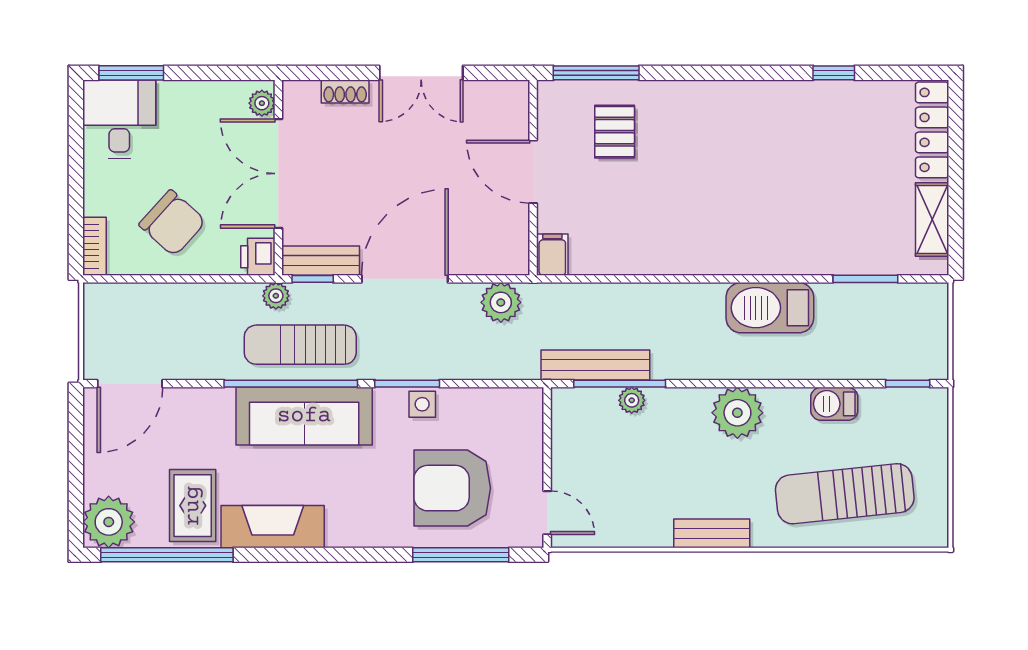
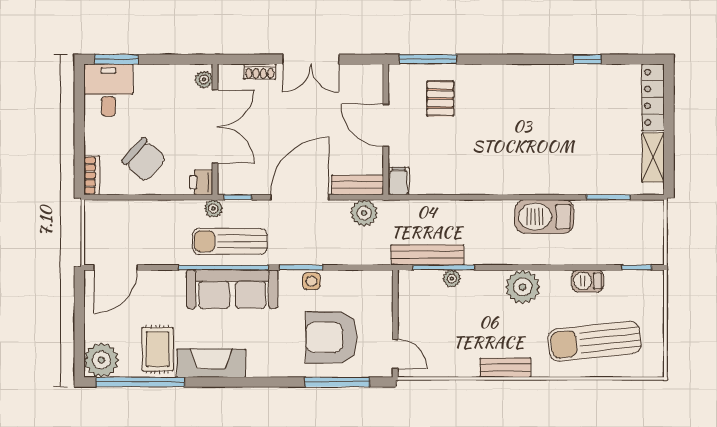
double door: (278, 174) -> (215, 127), swing flipped
bench: (321, 261) -> (357, 185), moved

